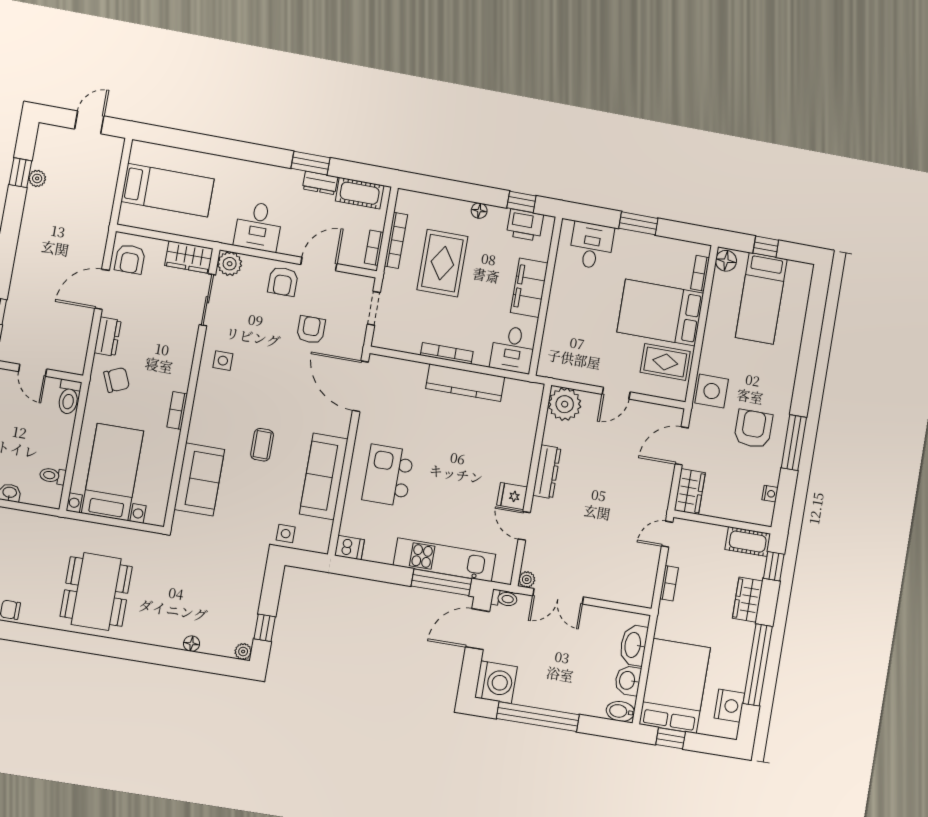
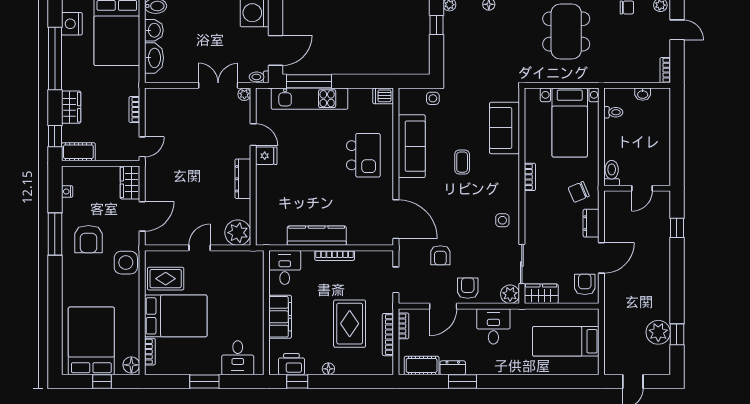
plant: (37, 178) -> (658, 332), width x1.88, depth x1.88
bed: (761, 298) -> (91, 341), width x1.50
door: (33, 370) -> (642, 188), swing flipped

